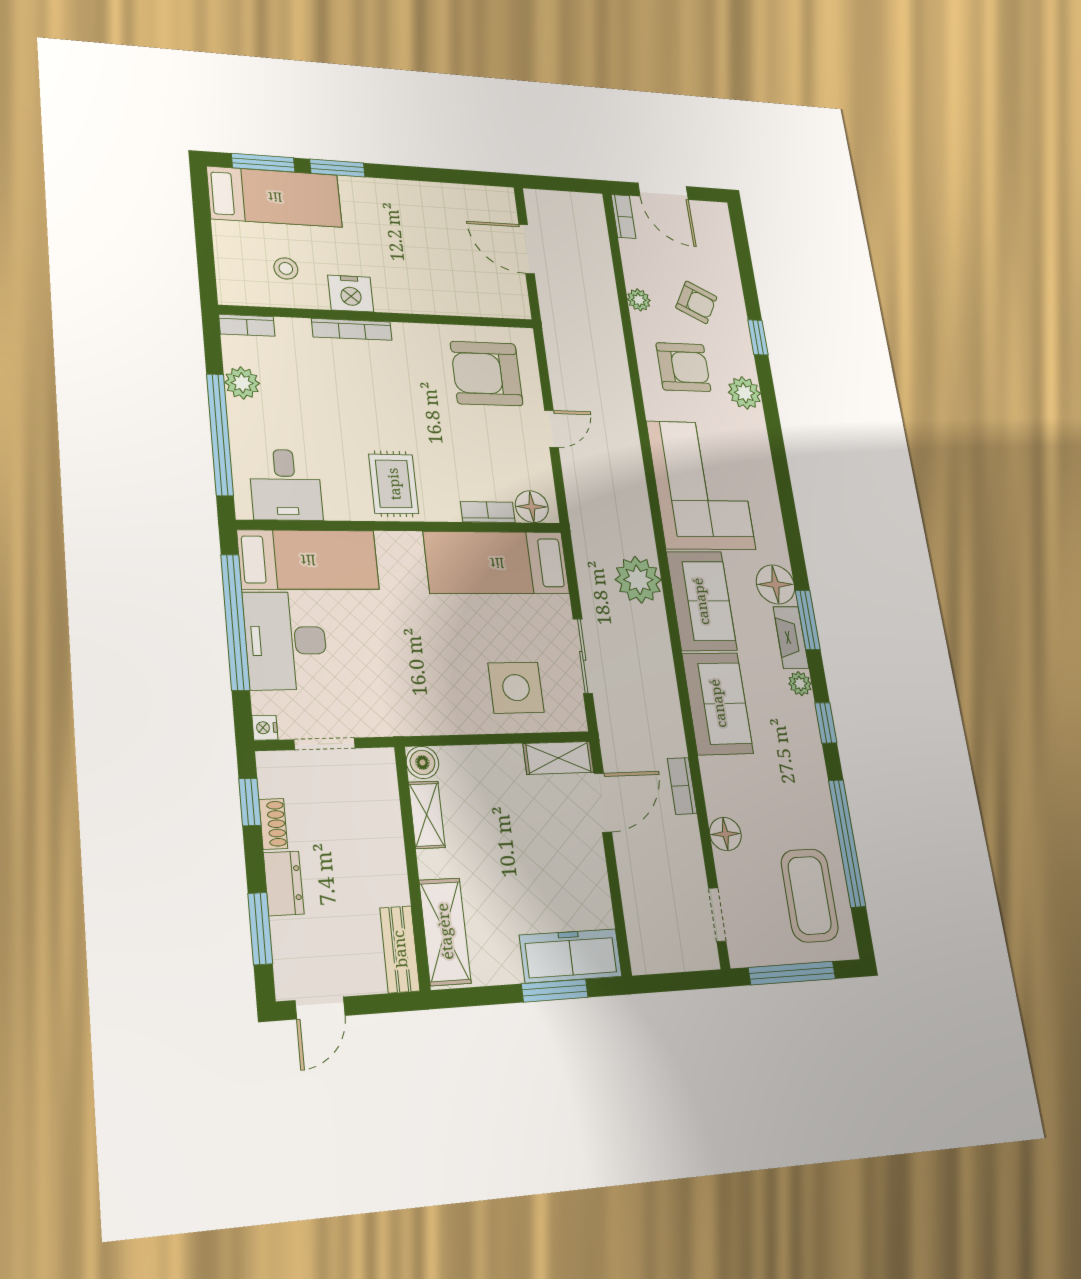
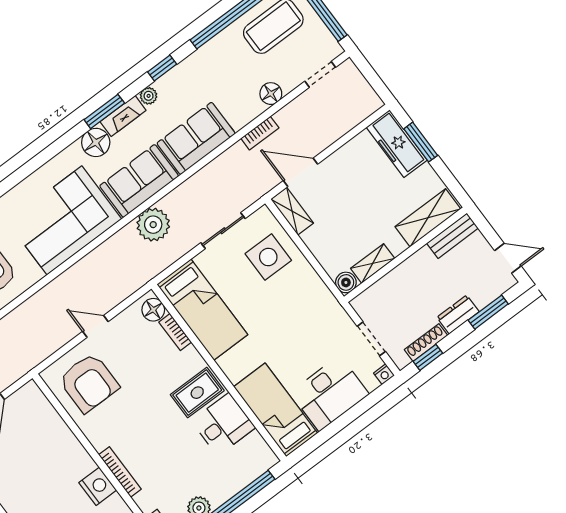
desk: (286, 485) -> (223, 424), moved
window: (235, 622) -> (338, 425), removed
shoe rack: (273, 824) -> (426, 343), width x1.43

